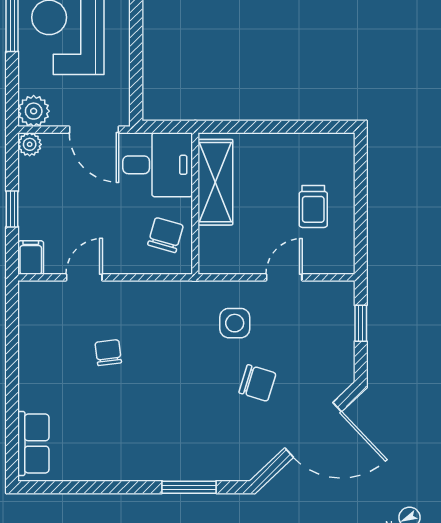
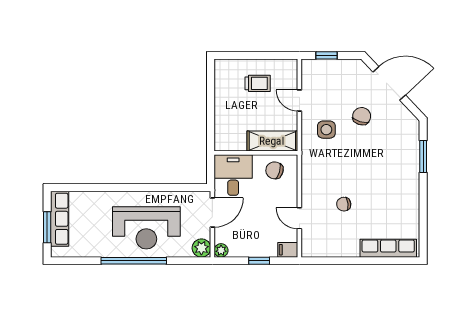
shelving: (215, 182) -> (272, 141), moved
door: (313, 430) -> (389, 83), hinge flipped
row of seats: (33, 443) -> (388, 248), width x1.48

